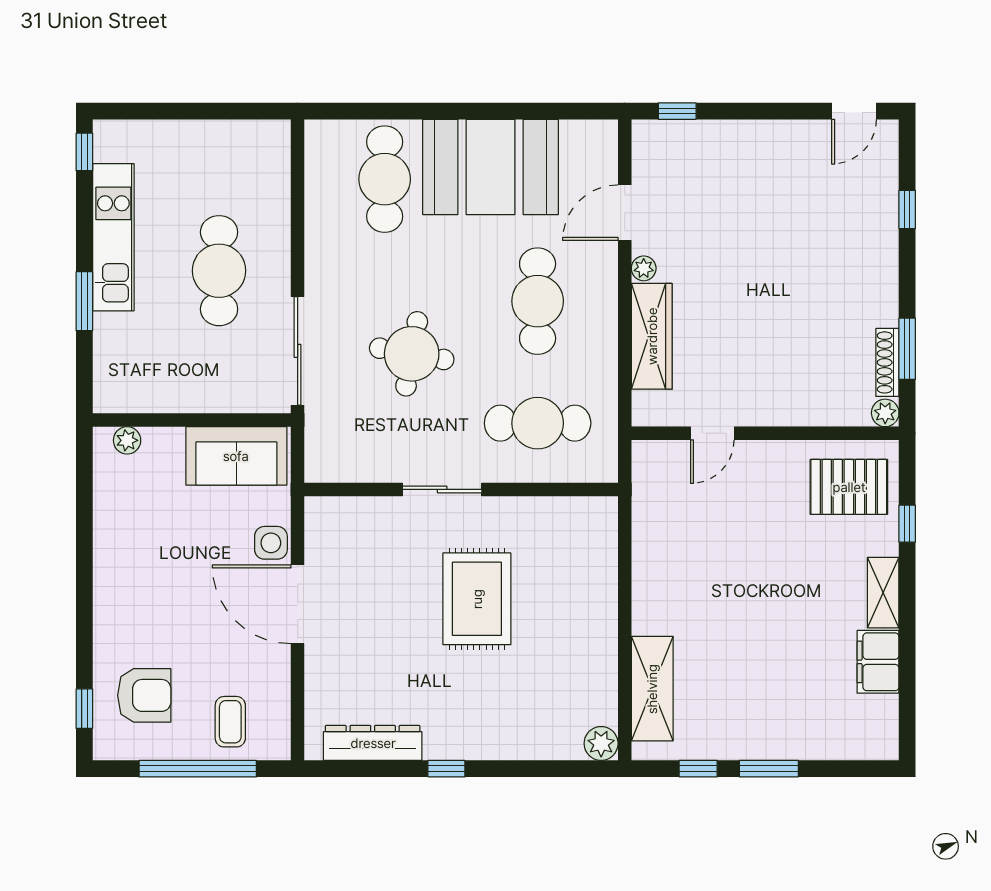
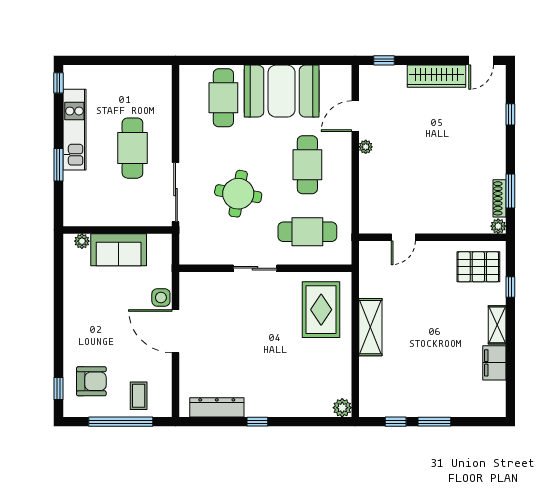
wardrobe: (652, 336) -> (436, 76), moved, turned 90
sofa: (236, 456) -> (119, 250), moved
rug: (477, 599) -> (321, 310), moved
shelving: (652, 689) -> (370, 327), moved

